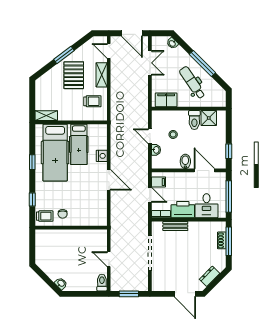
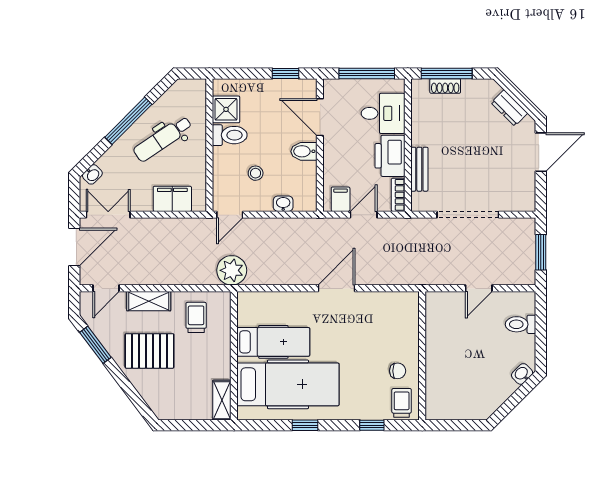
window: (64, 55) -> (95, 345), moved
double door: (150, 63) -> (108, 215), moved
filing cabinet: (166, 100) -> (172, 199), moved, turned 90
plant: (119, 121) -> (232, 270), added
door: (150, 136) -> (230, 215), moved
nightstand: (102, 156) -> (294, 301), removed
door: (204, 170) -> (320, 117), hinge flipped
toilet: (102, 283) -> (521, 324), moved

